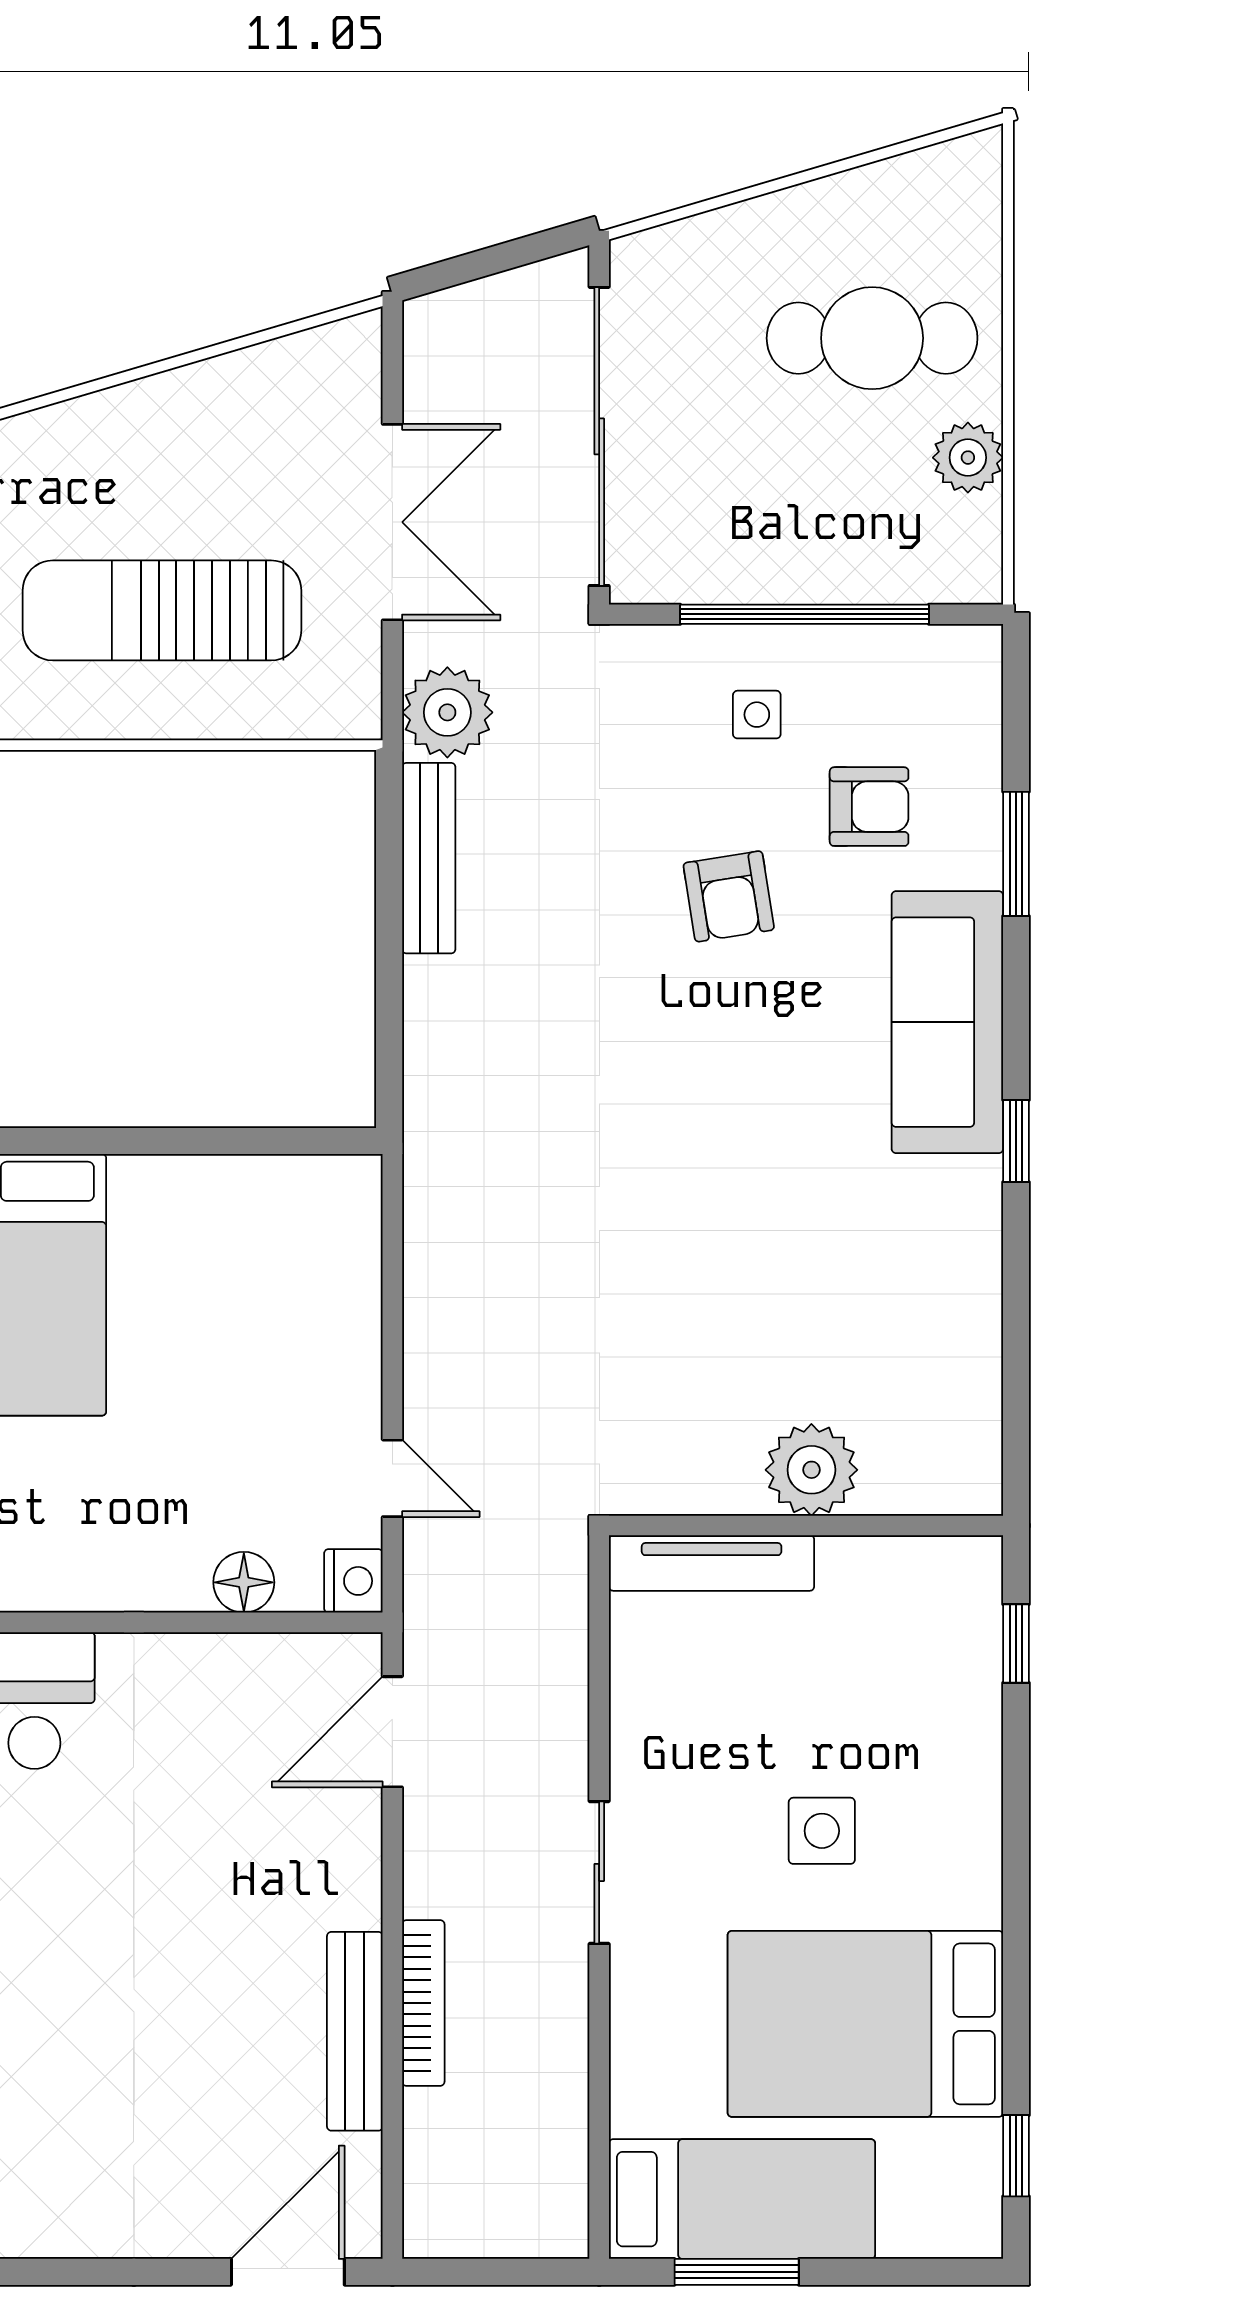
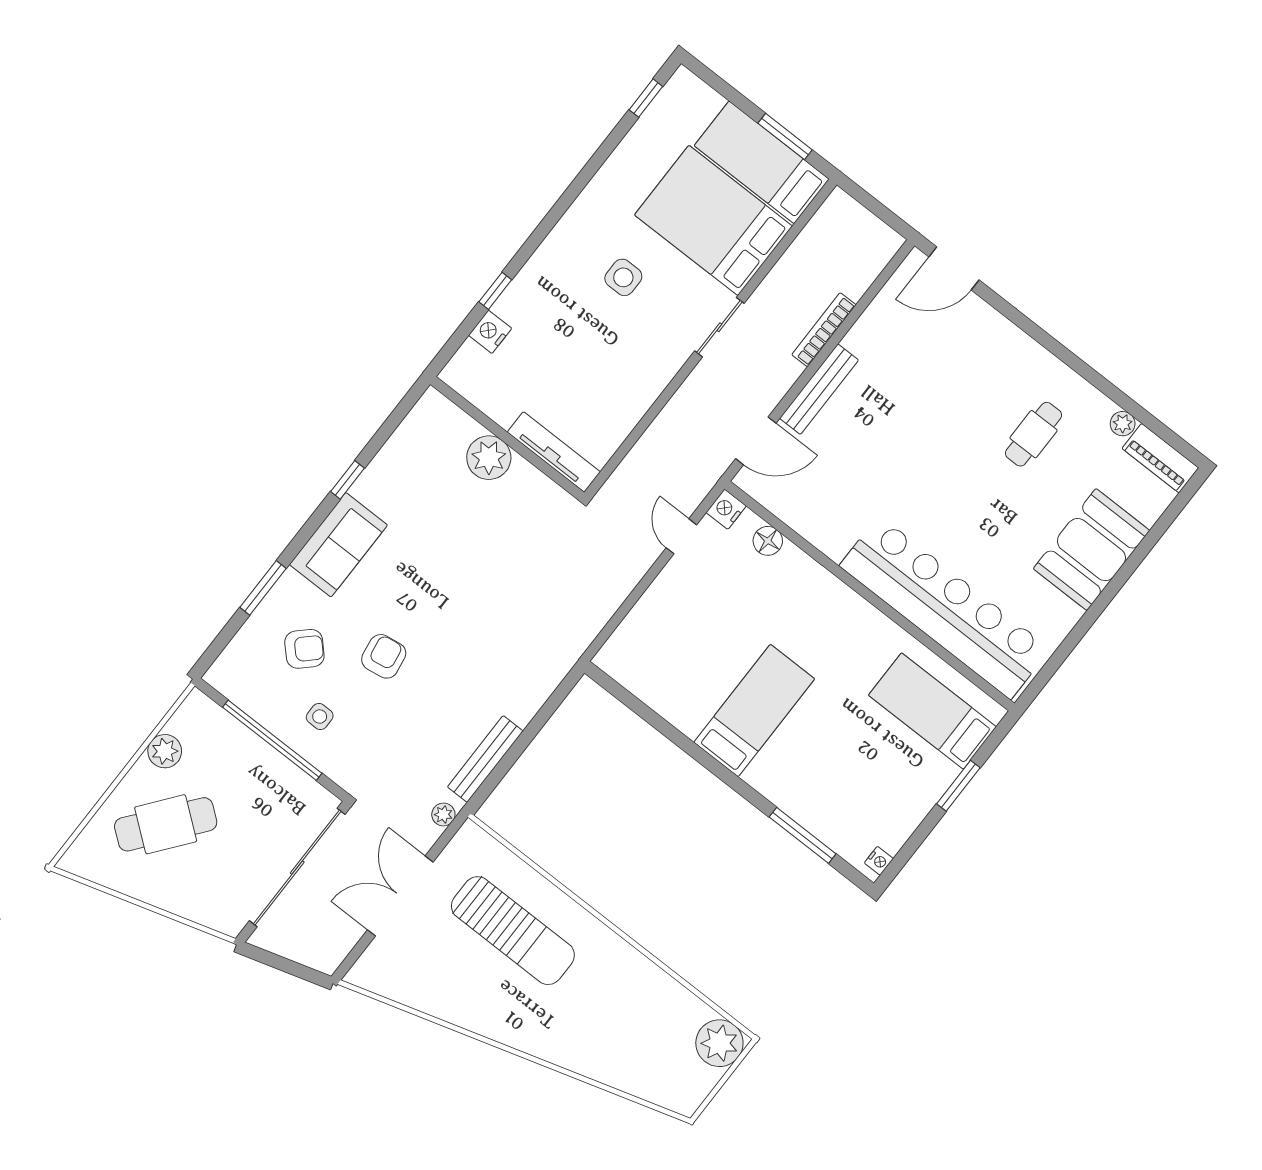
cafe table: (872, 338) -> (166, 824), turned -52
plant: (447, 712) -> (443, 815), width x0.53, depth x0.53
armchair: (869, 807) -> (304, 649), turned 136
sofa: (947, 1022) -> (338, 545), width x0.73
plant: (811, 1470) -> (489, 458), moved
wall: (806, 1525) -> (507, 438), moved
tv unit: (712, 1563) -> (554, 452), moved
nightstand: (972, 1569) -> (490, 332), added
bed: (865, 2024) -> (713, 220), moved, turned 180
bench: (355, 2031) -> (819, 389), moved

